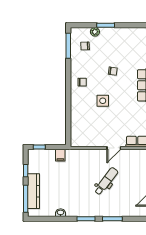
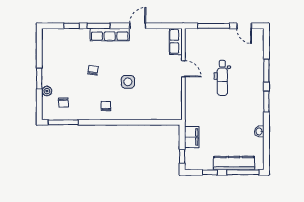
filing cabinet: (60, 155) -> (192, 137), width x2.00
dental chair: (106, 181) -> (222, 78), turned -127

